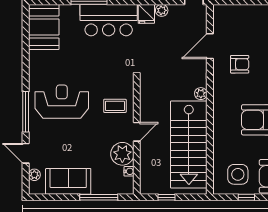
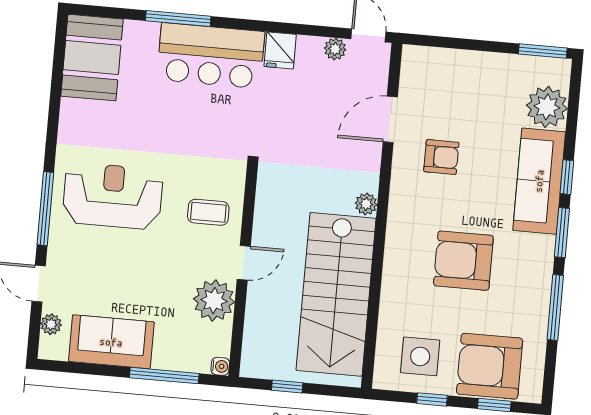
plant: (162, 10) -> (335, 49), moved
water cooler: (129, 171) -> (220, 366), moved

